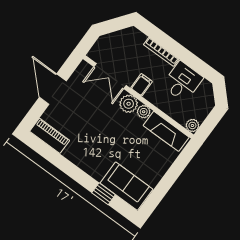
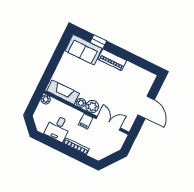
piano: (50, 136) -> (112, 60), moved

